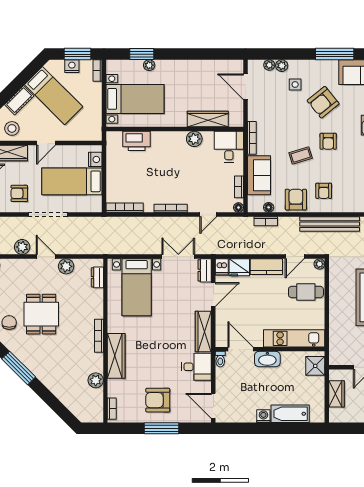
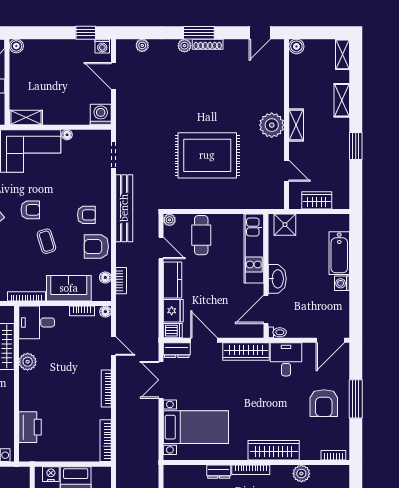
dresser: (97, 277) -> (219, 472), moved

